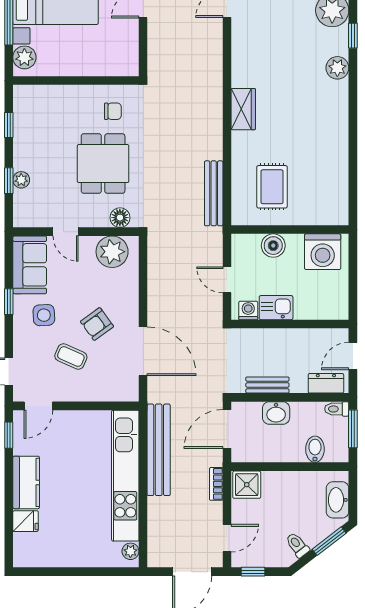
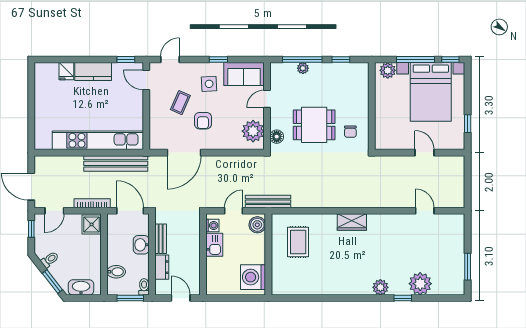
window: (9, 181) -> (302, 60), width x2.17
rug: (272, 187) -> (298, 242), turned 90
bench: (214, 193) -> (268, 202), moved
boiler: (273, 246) -> (257, 225), moved
armchair: (97, 324) -> (203, 121), turned -144
dresser: (326, 383) -> (162, 267), moved
bookcase: (216, 484) -> (92, 203), width x1.56
door: (227, 538) -> (54, 211), hinge flipped
plant: (130, 551) -> (45, 144), removed

